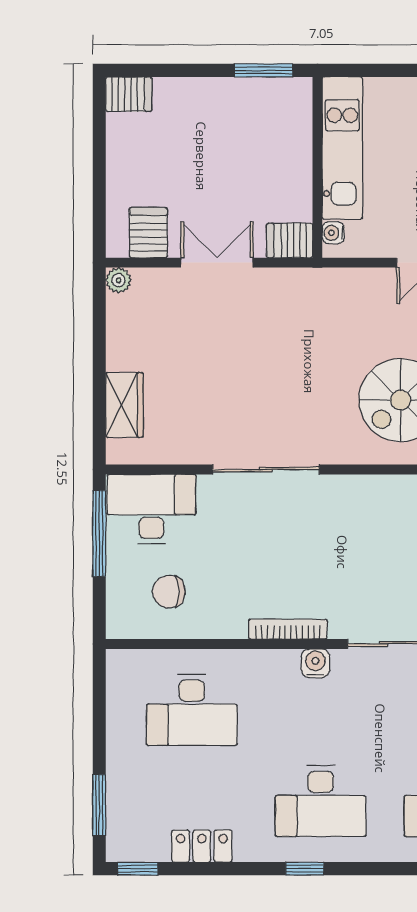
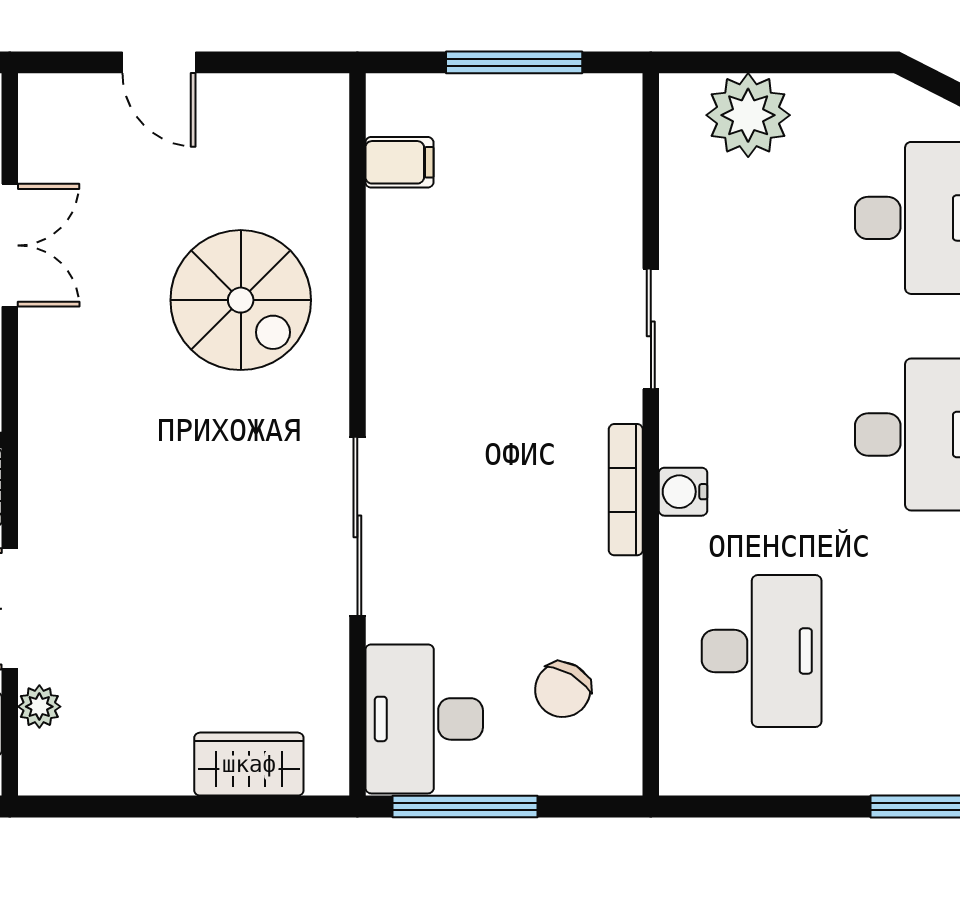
plant: (118, 280) -> (39, 707), moved
chair: (169, 592) -> (563, 690), turned 30
water cooler: (315, 663) -> (683, 492), moved

